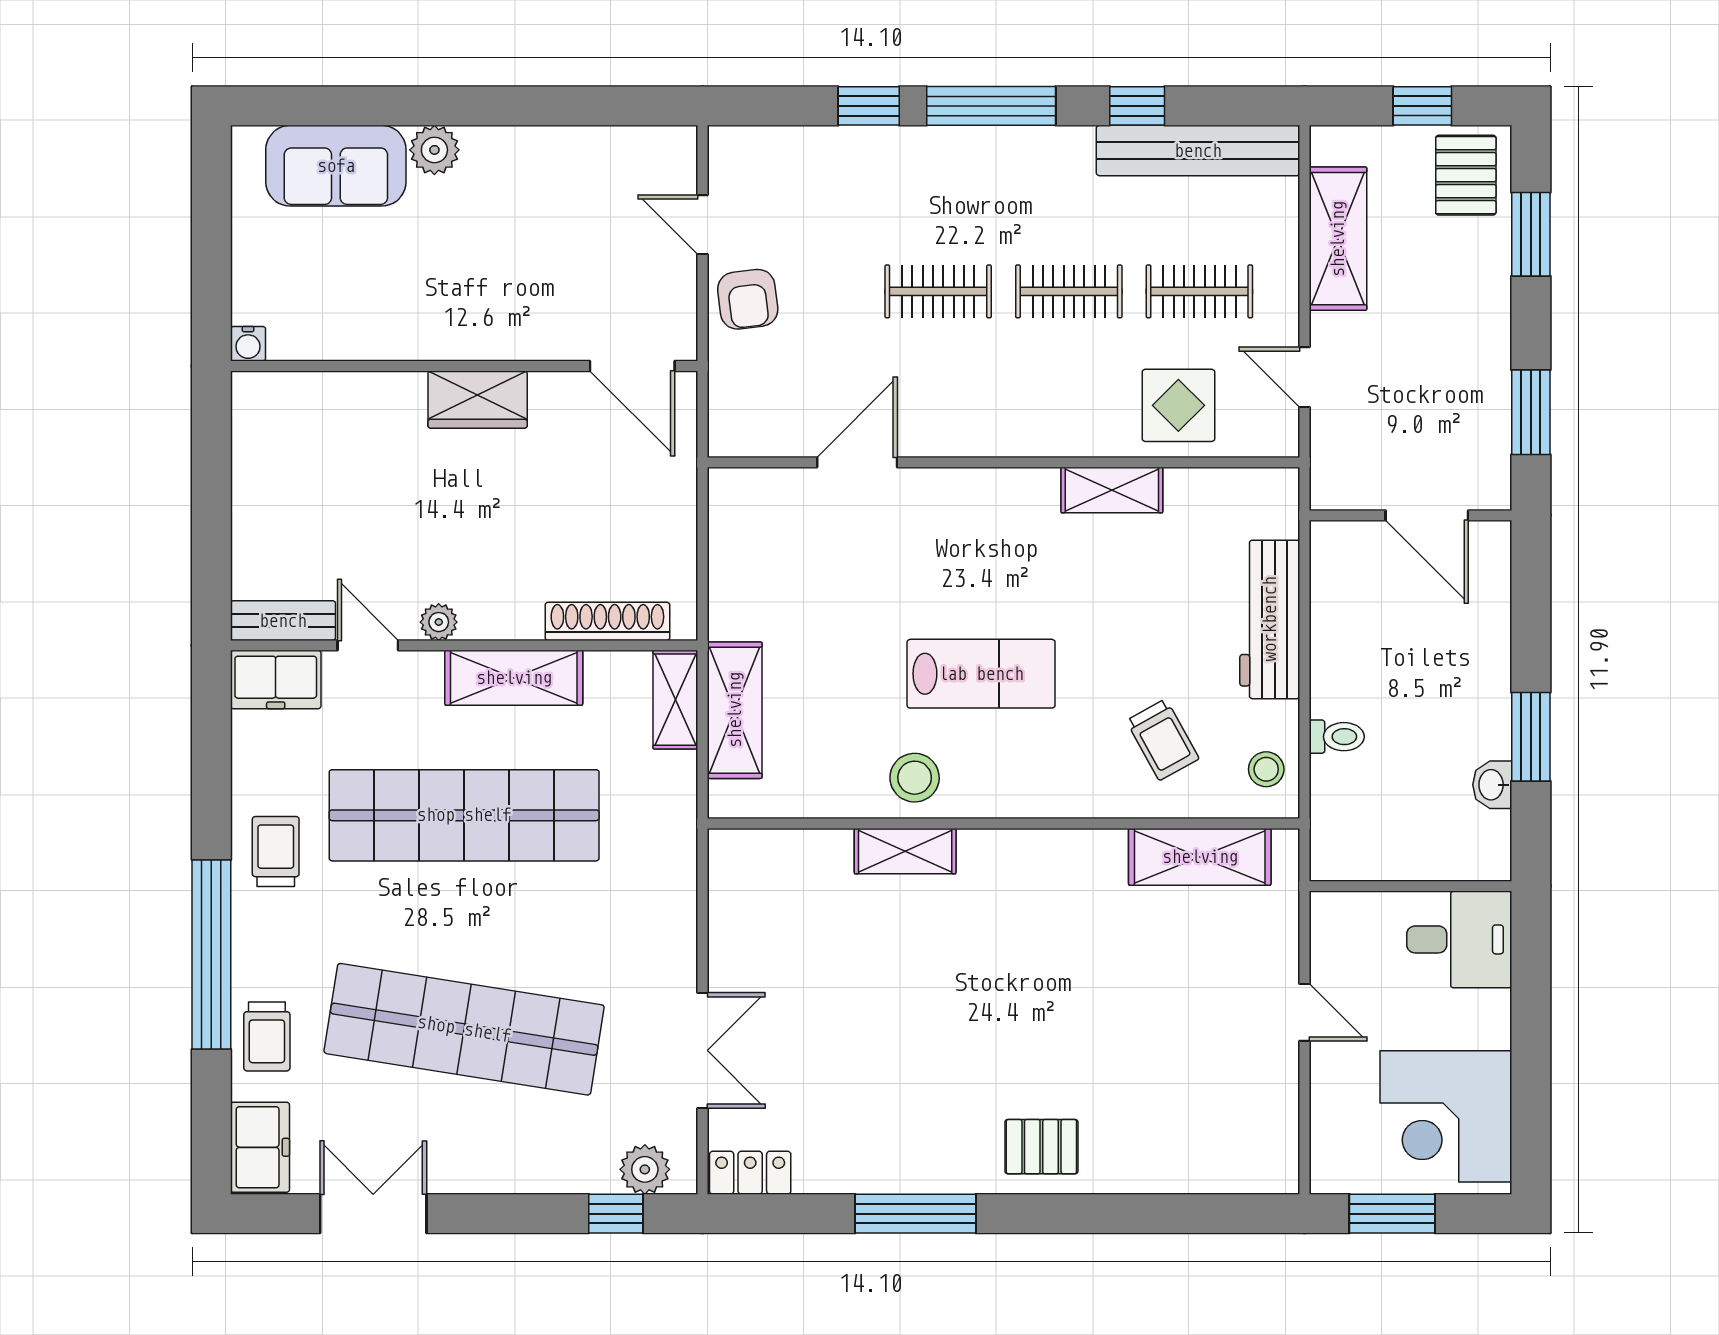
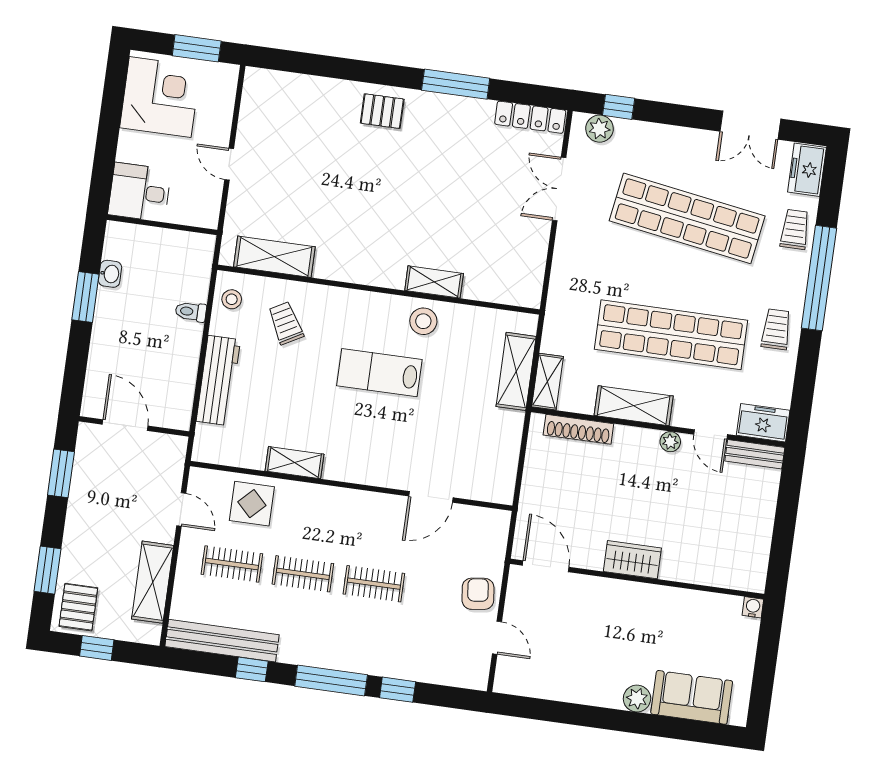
trolley: (276, 852) -> (776, 329), turned 180
locker: (750, 1173) -> (530, 117), width x1.53

